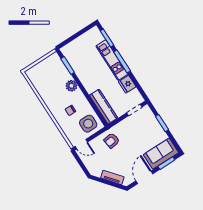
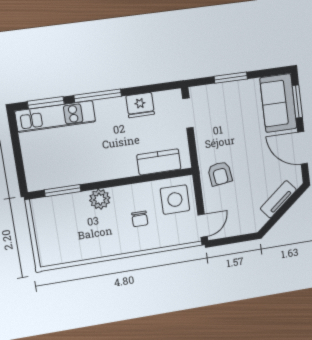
kitchen unit: (112, 60) -> (55, 116), moved
kitchen counter: (103, 107) -> (159, 162), width x0.67

